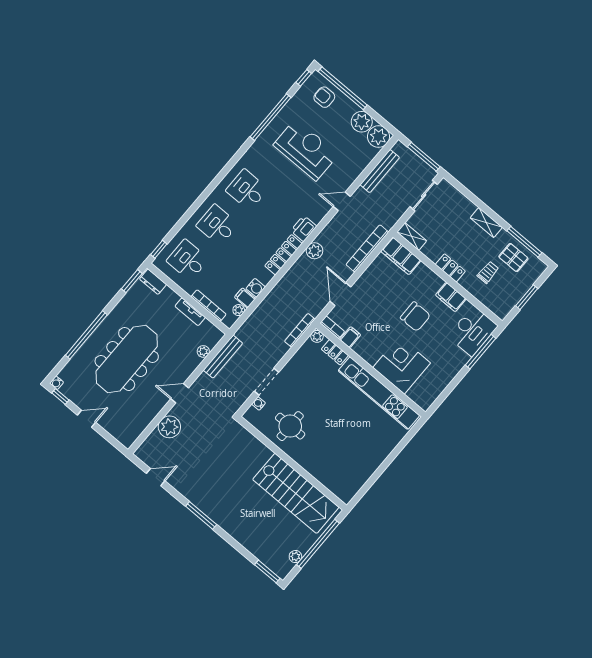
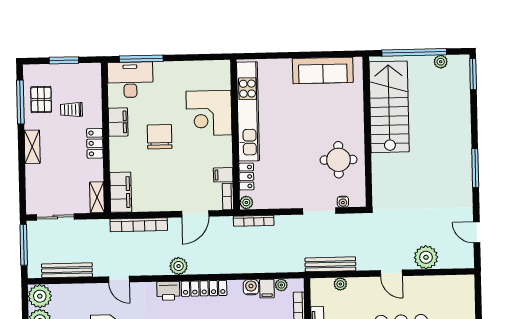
sofa: (361, 470) -> (323, 70), added

